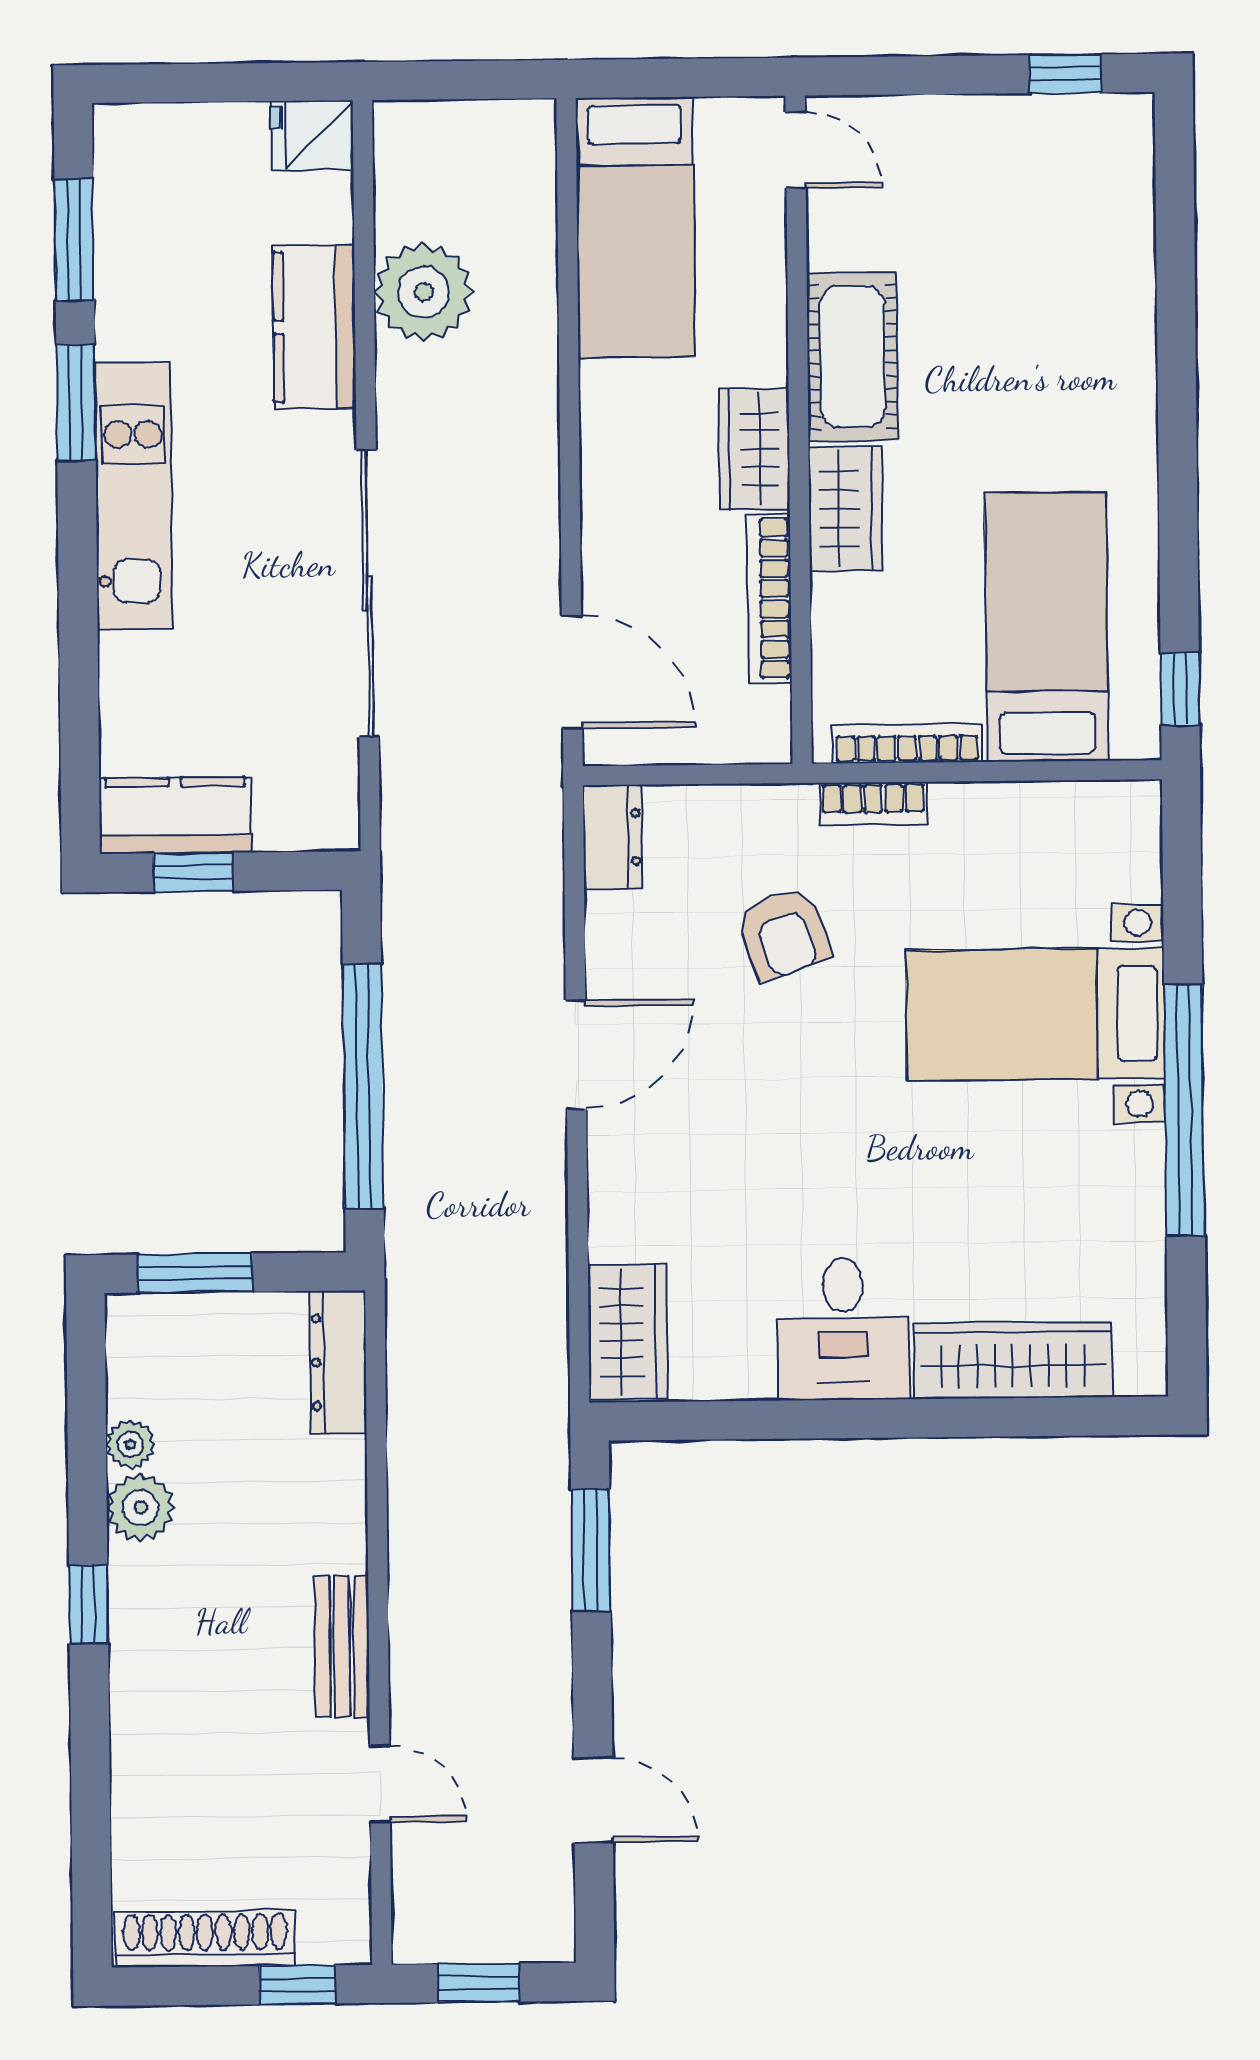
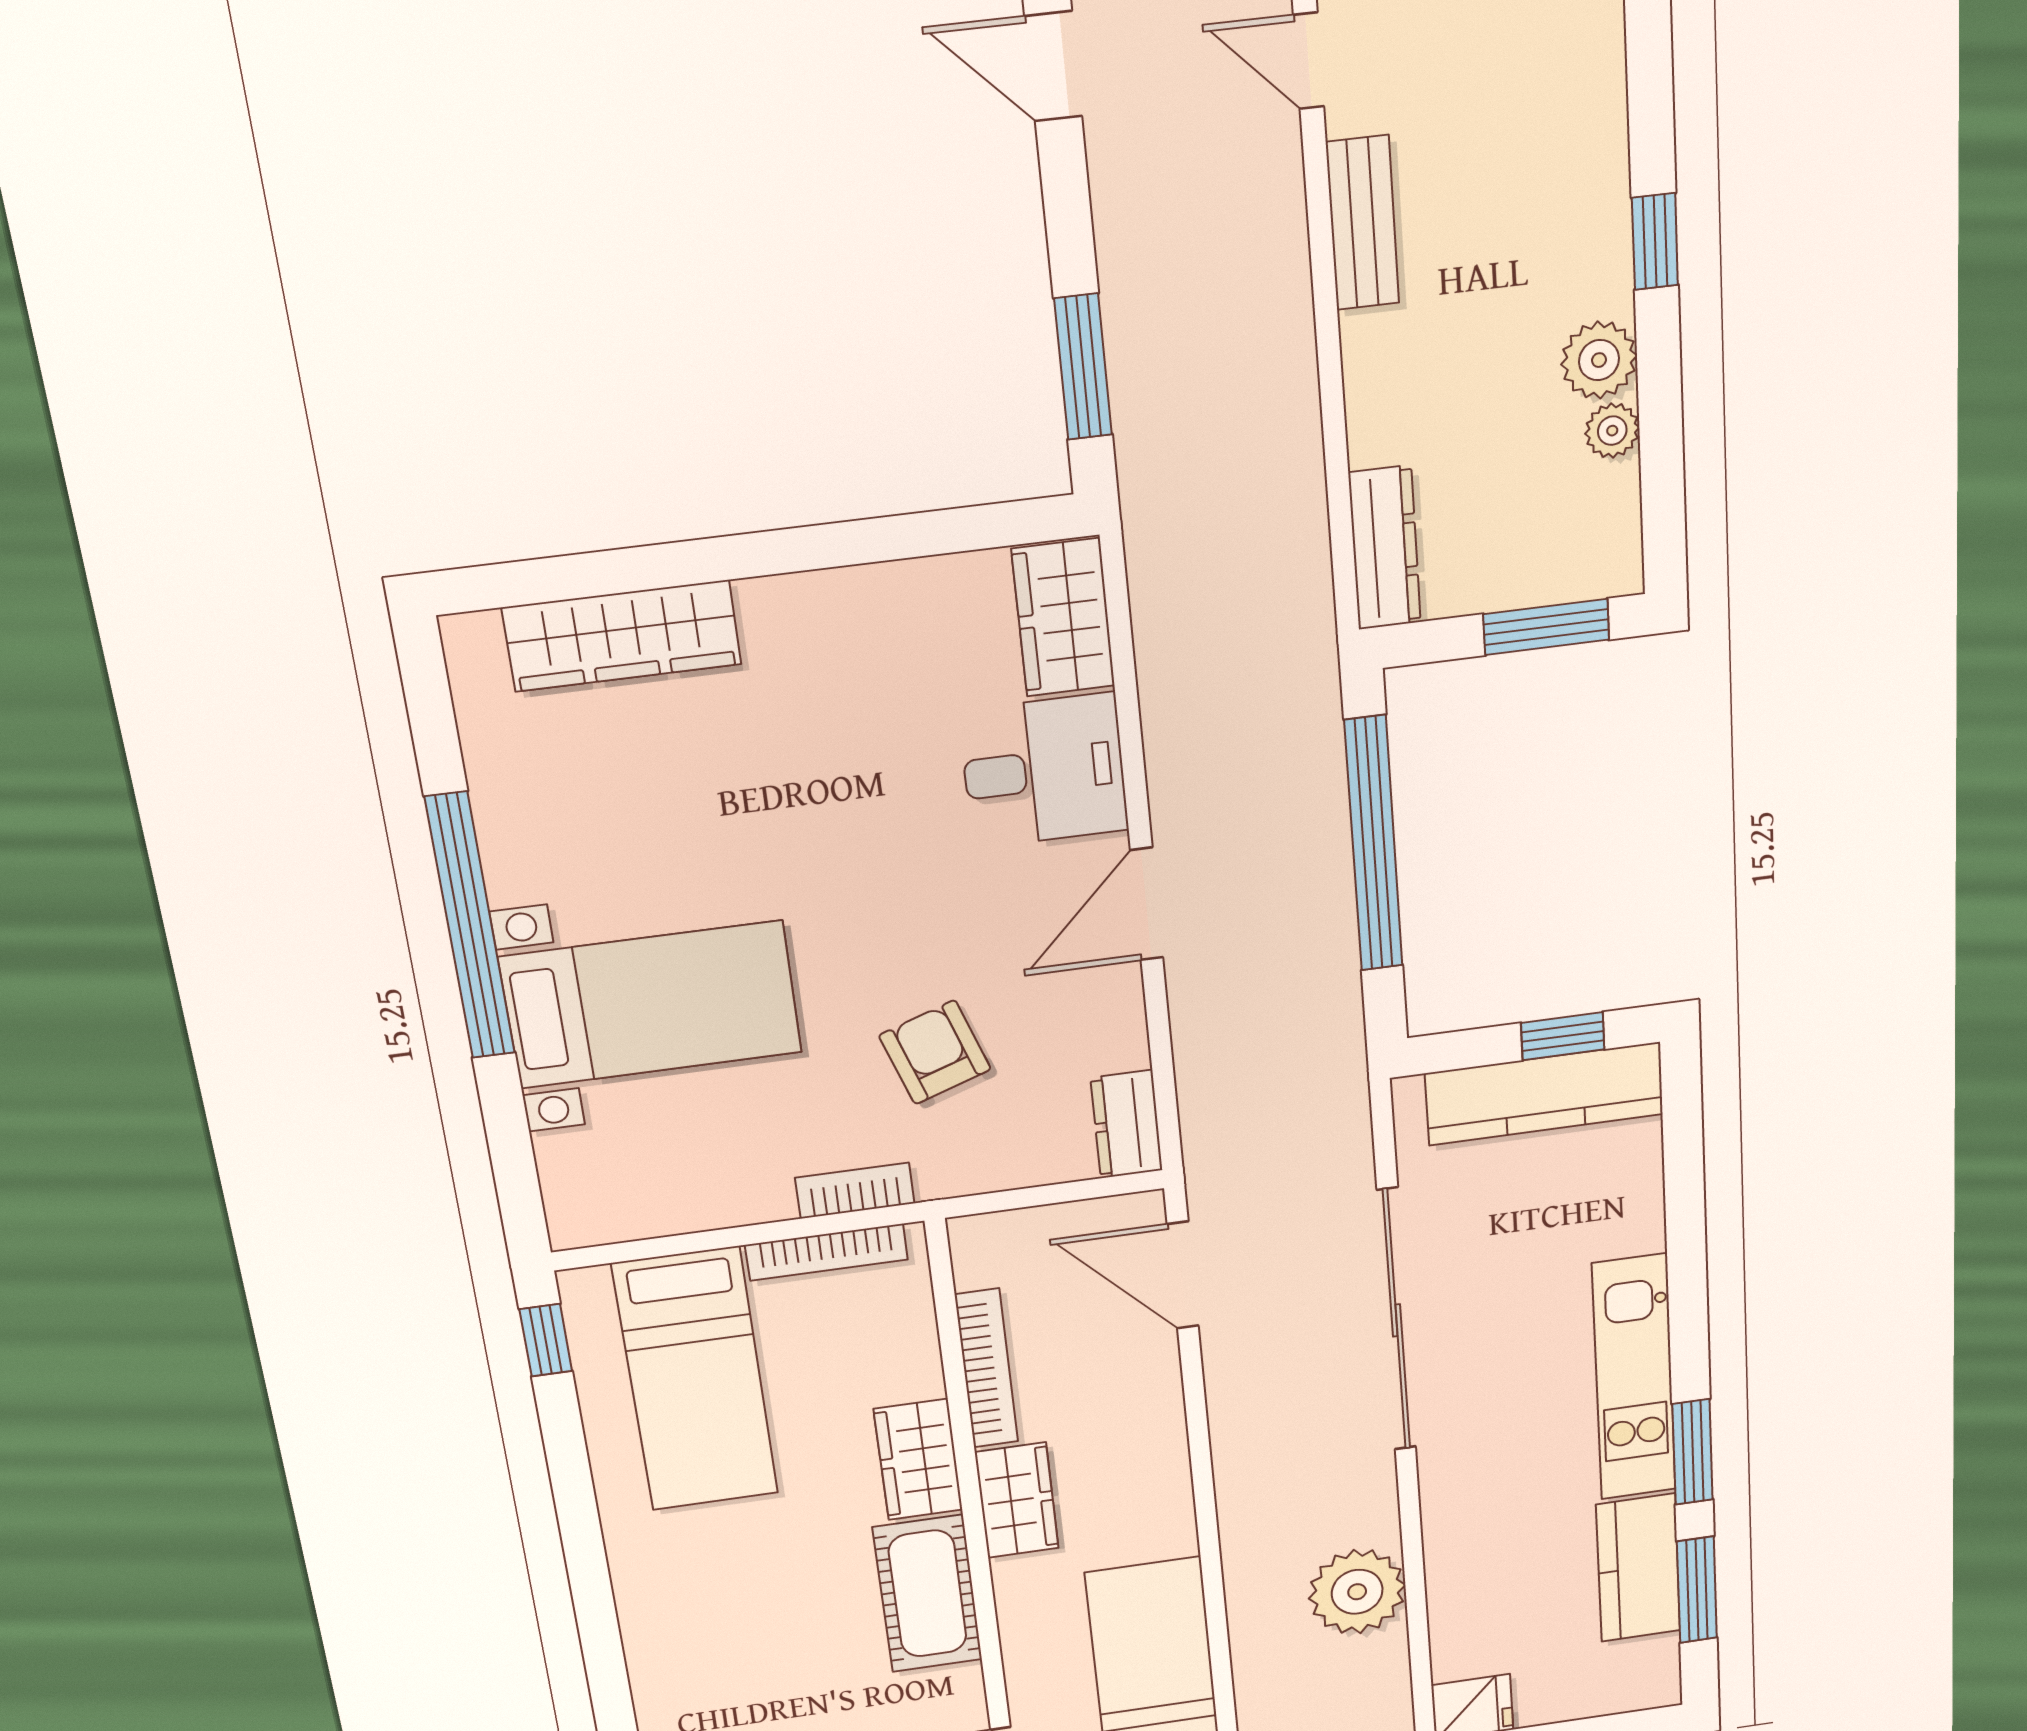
kitchen counter: (314, 327) -> (1638, 1568), moved, turned 180
kitchen counter: (175, 815) -> (1544, 1094), width x1.50
desk: (843, 1329) -> (1044, 771), moved, turned 90

